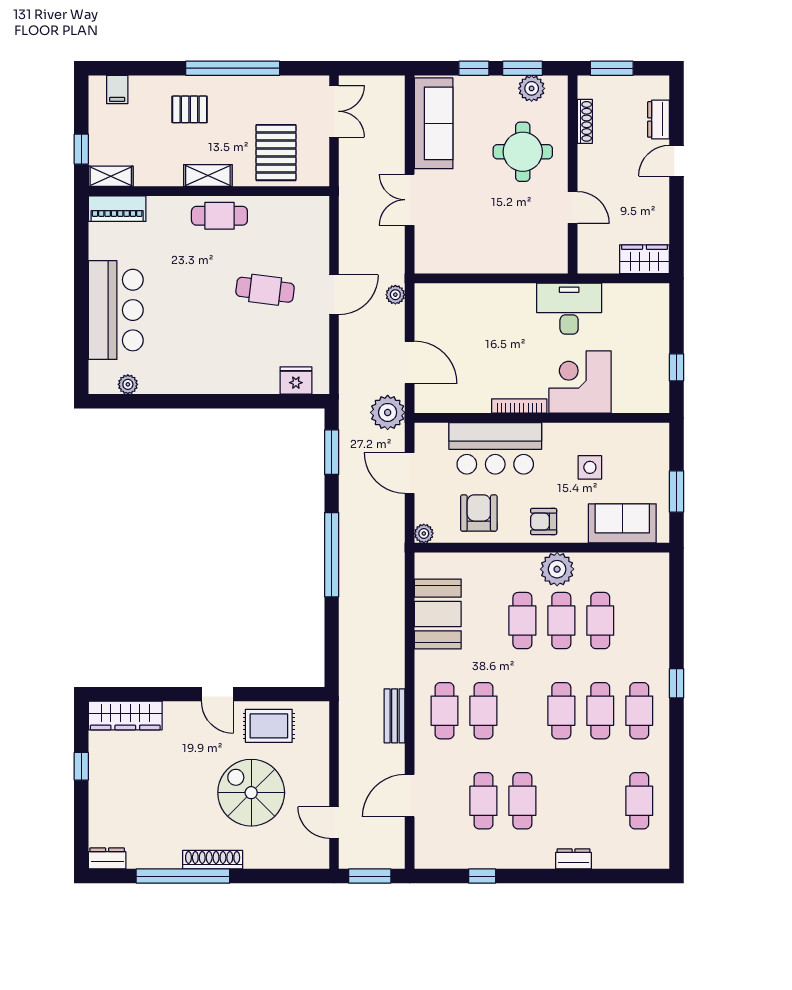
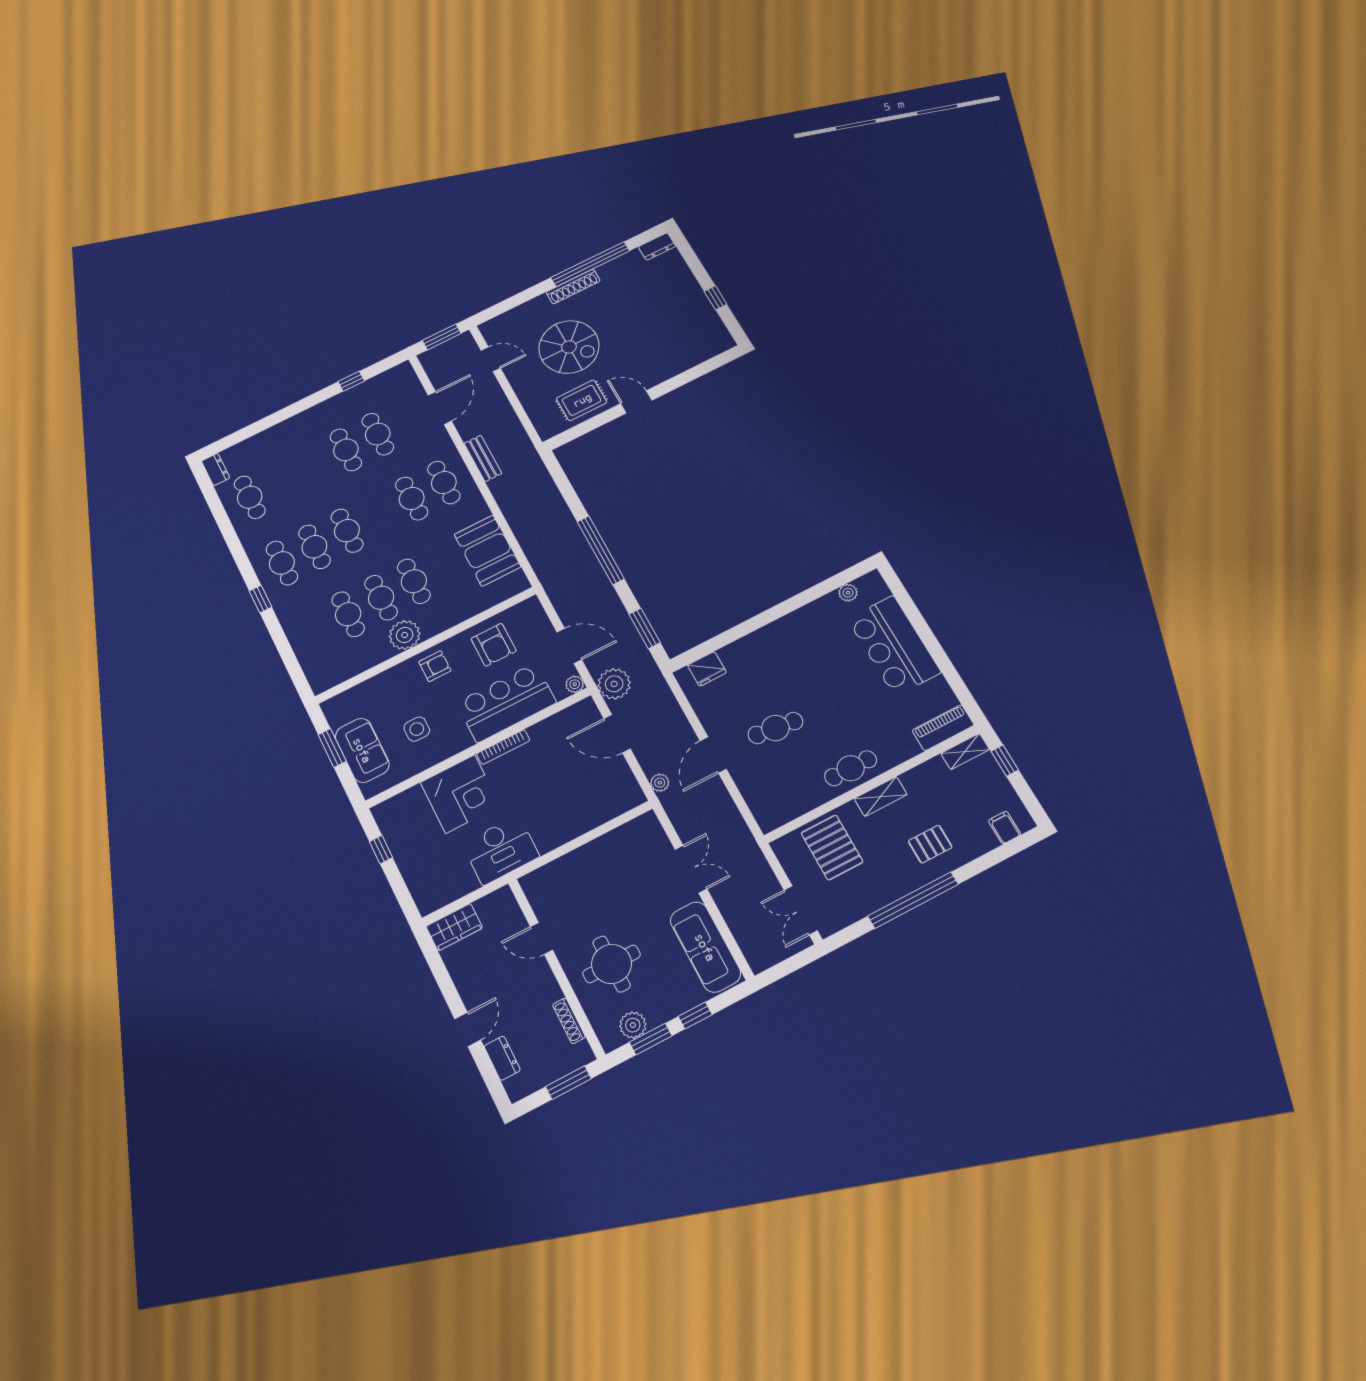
sofa: (622, 523) -> (362, 750), moved, turned -90
plant: (424, 533) -> (575, 684), moved
wardrobe: (125, 715) -> (702, 350), removed
dresser: (574, 859) -> (216, 469), moved, turned -90

